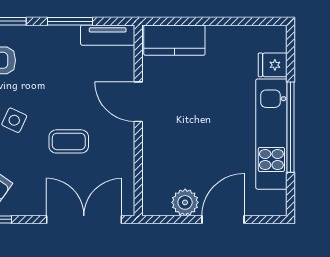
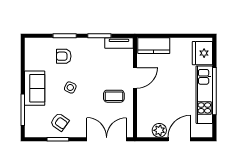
fridge: (273, 65) -> (202, 53), width x1.88, depth x1.34
door: (138, 102) -> (135, 78), swing flipped
coffee table: (69, 141) -> (114, 96), moved

